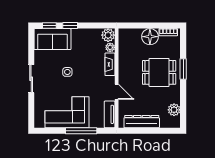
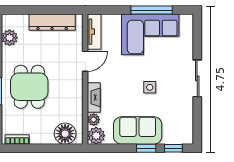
floor lamp: (150, 37) -> (65, 134), moved
sofa: (52, 39) -> (138, 130), moved
dining table: (159, 72) -> (29, 87), turned 90
door: (117, 92) -> (85, 61), swing flipped
window: (81, 131) -> (152, 10), moved

